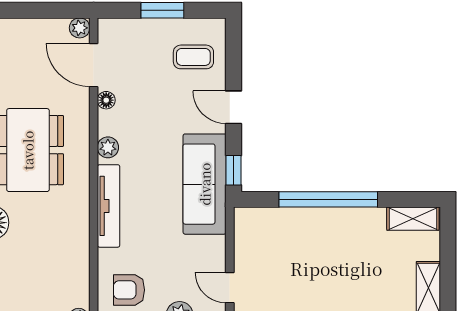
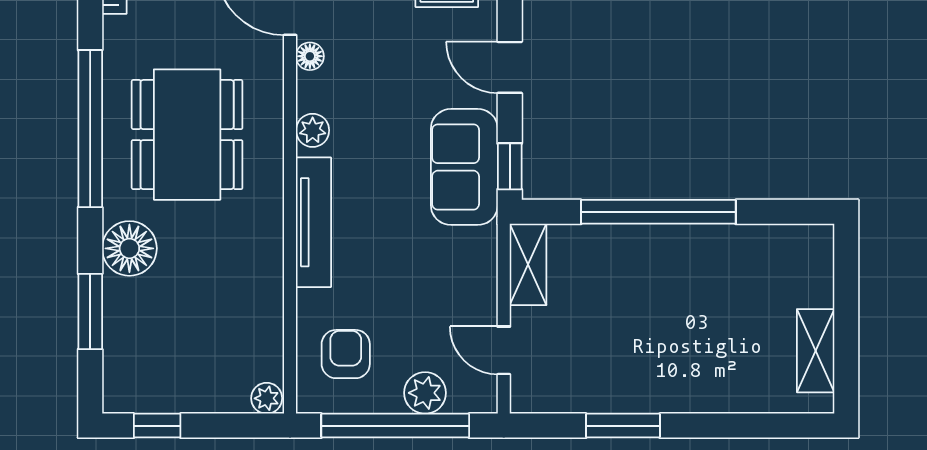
sofa: (205, 184) -> (464, 167), width x0.73
shelving: (413, 219) -> (528, 264), moved, turned 90
armchair: (129, 290) -> (346, 354), turned 90

